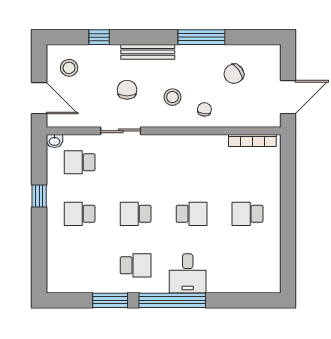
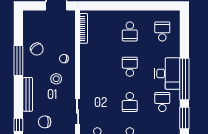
chair: (234, 74) -> (37, 49), moved
chair: (127, 90) -> (45, 122), moved
school desk: (248, 265) -> (162, 31), added
desk: (188, 273) -> (167, 74), width x1.37

